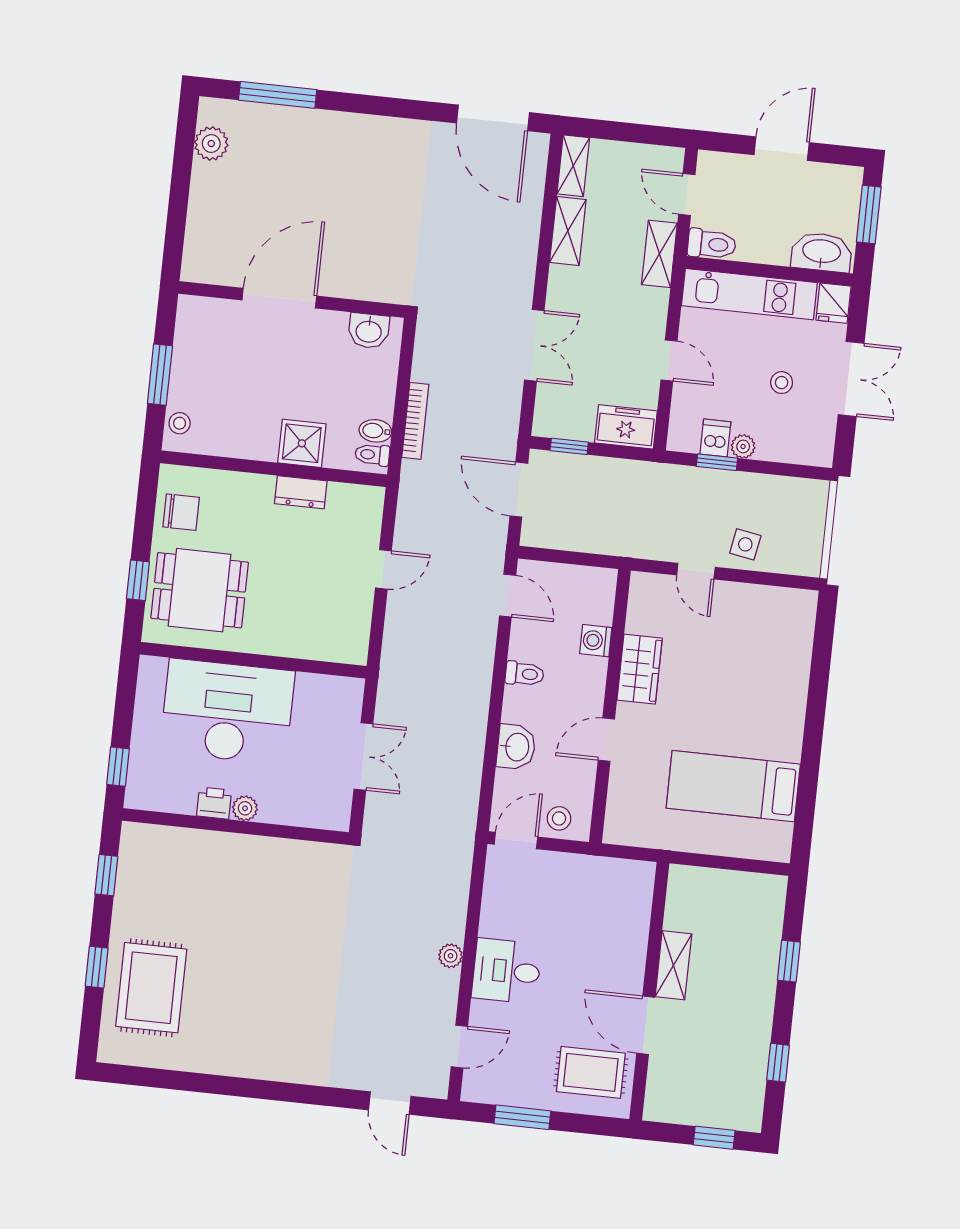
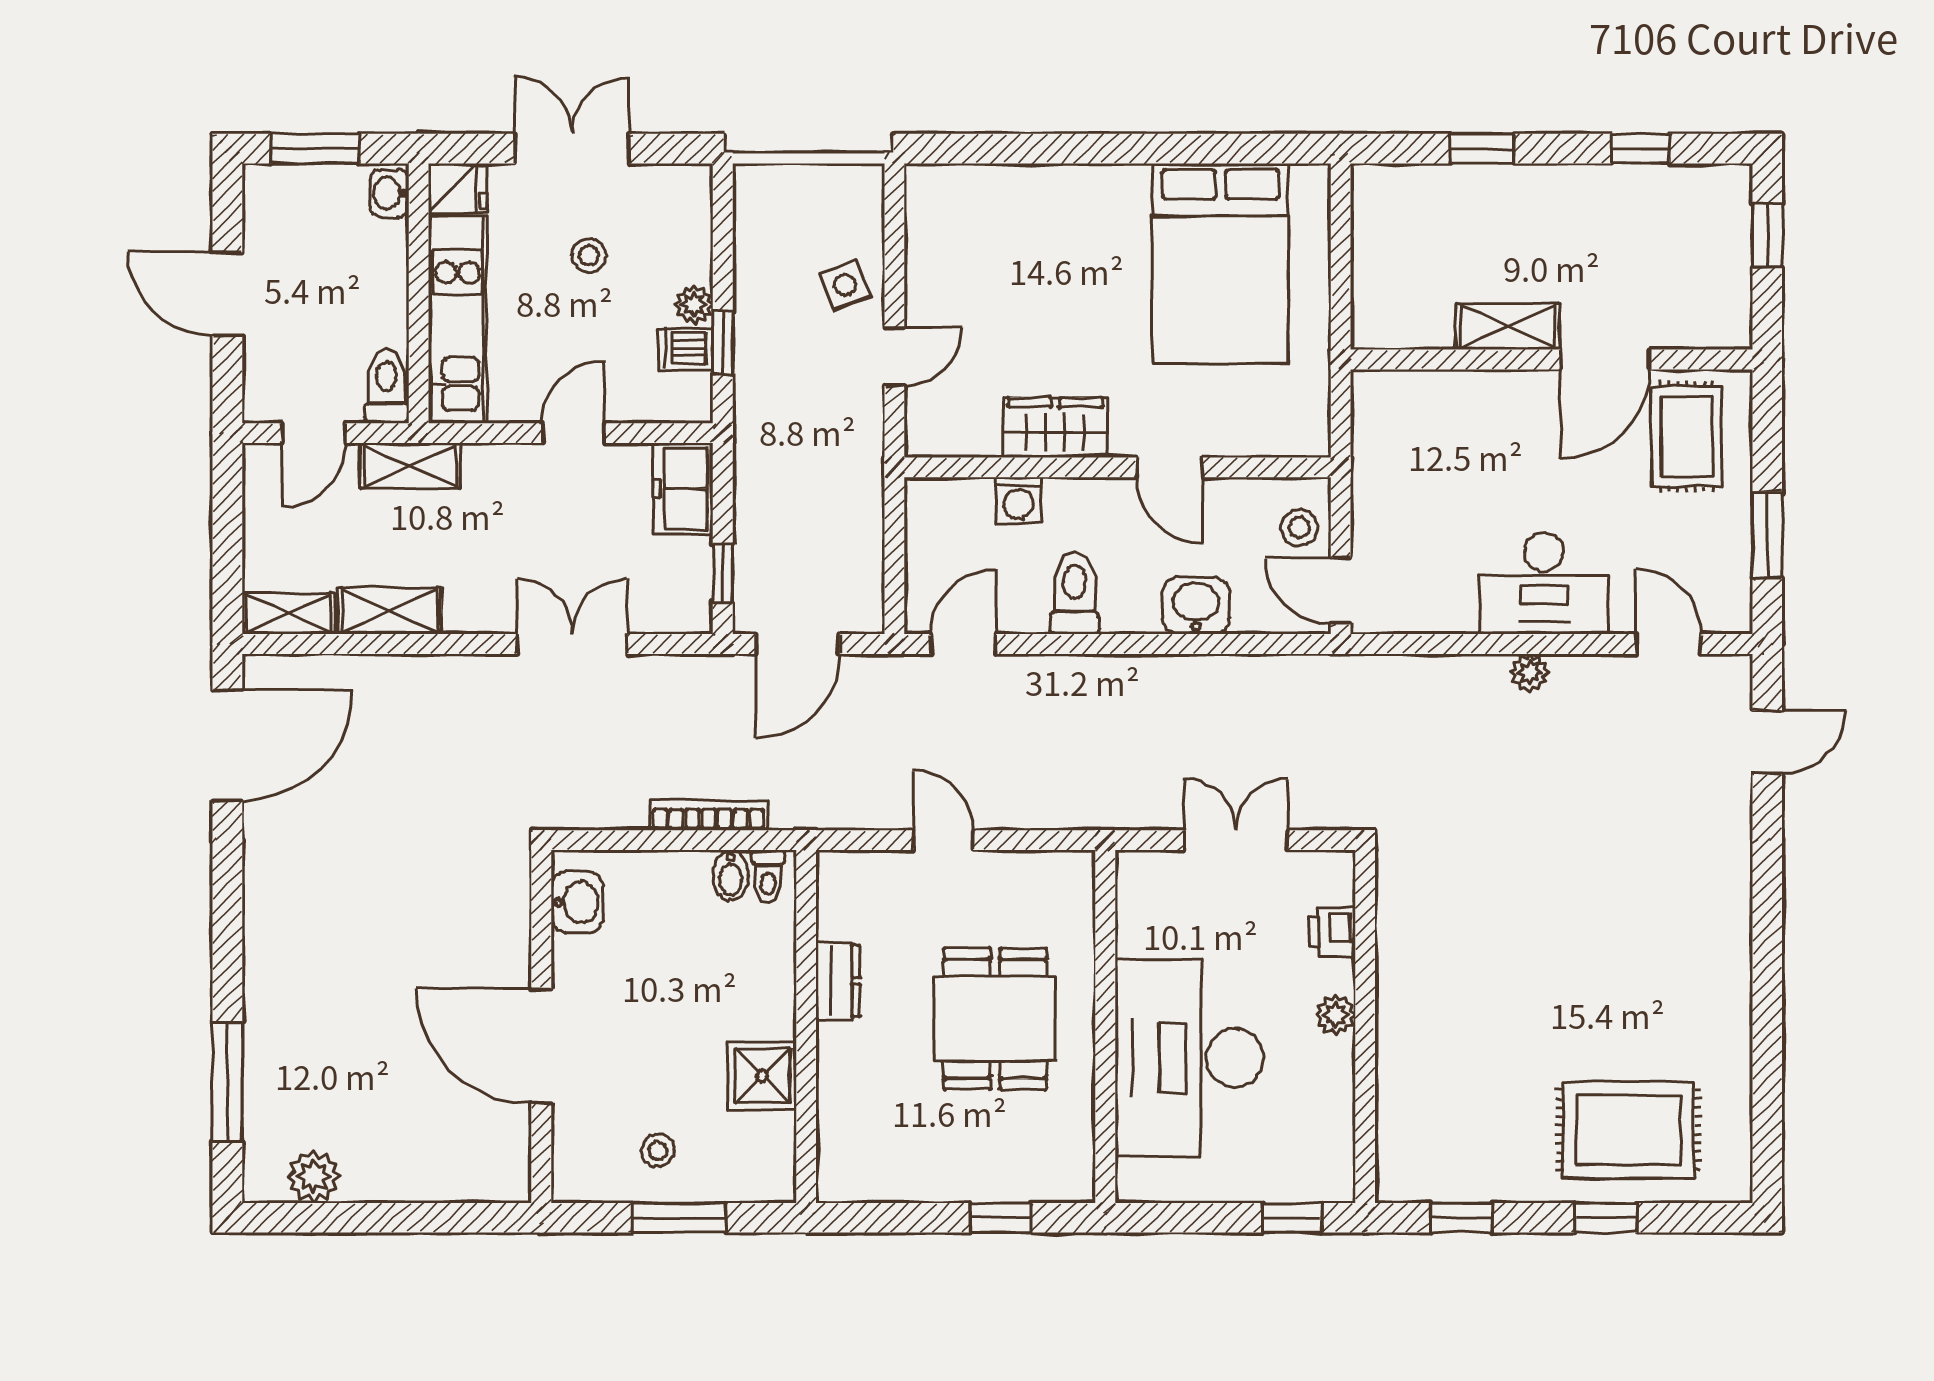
washbasin: (822, 252) -> (389, 193), width x0.52, depth x0.69
stool: (180, 423) -> (658, 1150), moved
shower: (302, 443) -> (762, 1076), moved
chair: (181, 512) -> (888, 1162), removed
side table: (745, 544) -> (845, 285), turned -31
dining table: (200, 590) -> (995, 1019), moved
toilet: (525, 674) -> (1075, 593), width x1.37, depth x1.39
bed: (733, 786) -> (1221, 264), width x1.50
printer: (214, 803) -> (1333, 932), moved
desk: (507, 971) -> (1544, 583), width x1.37

